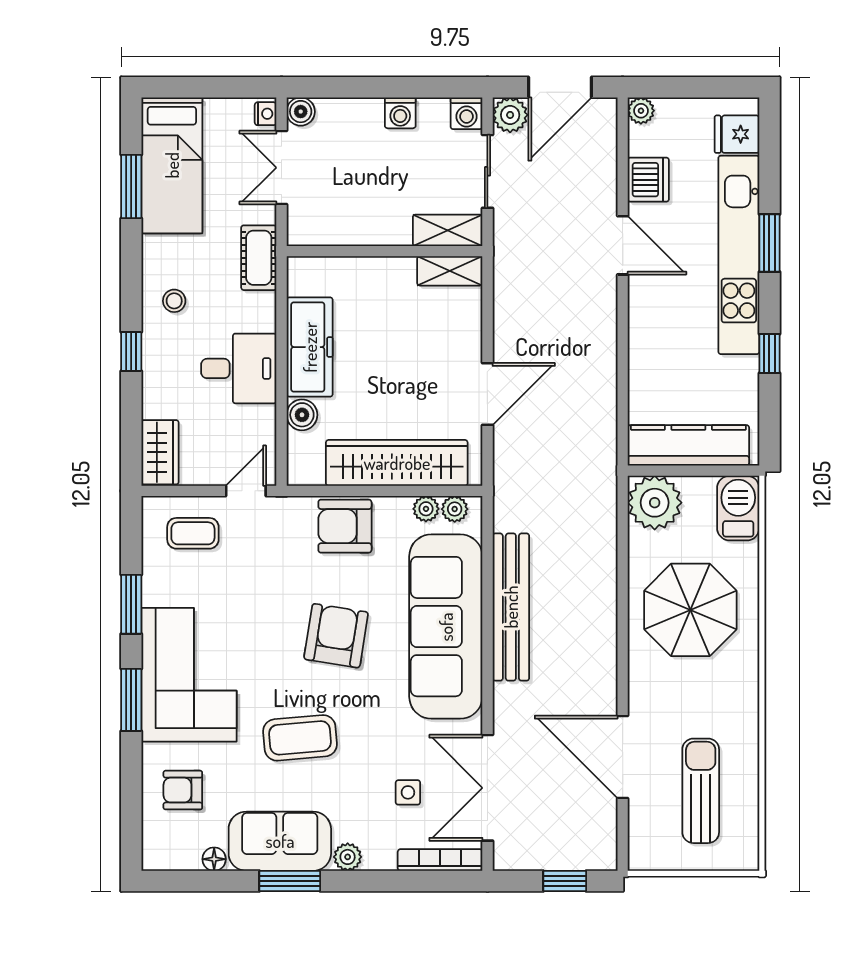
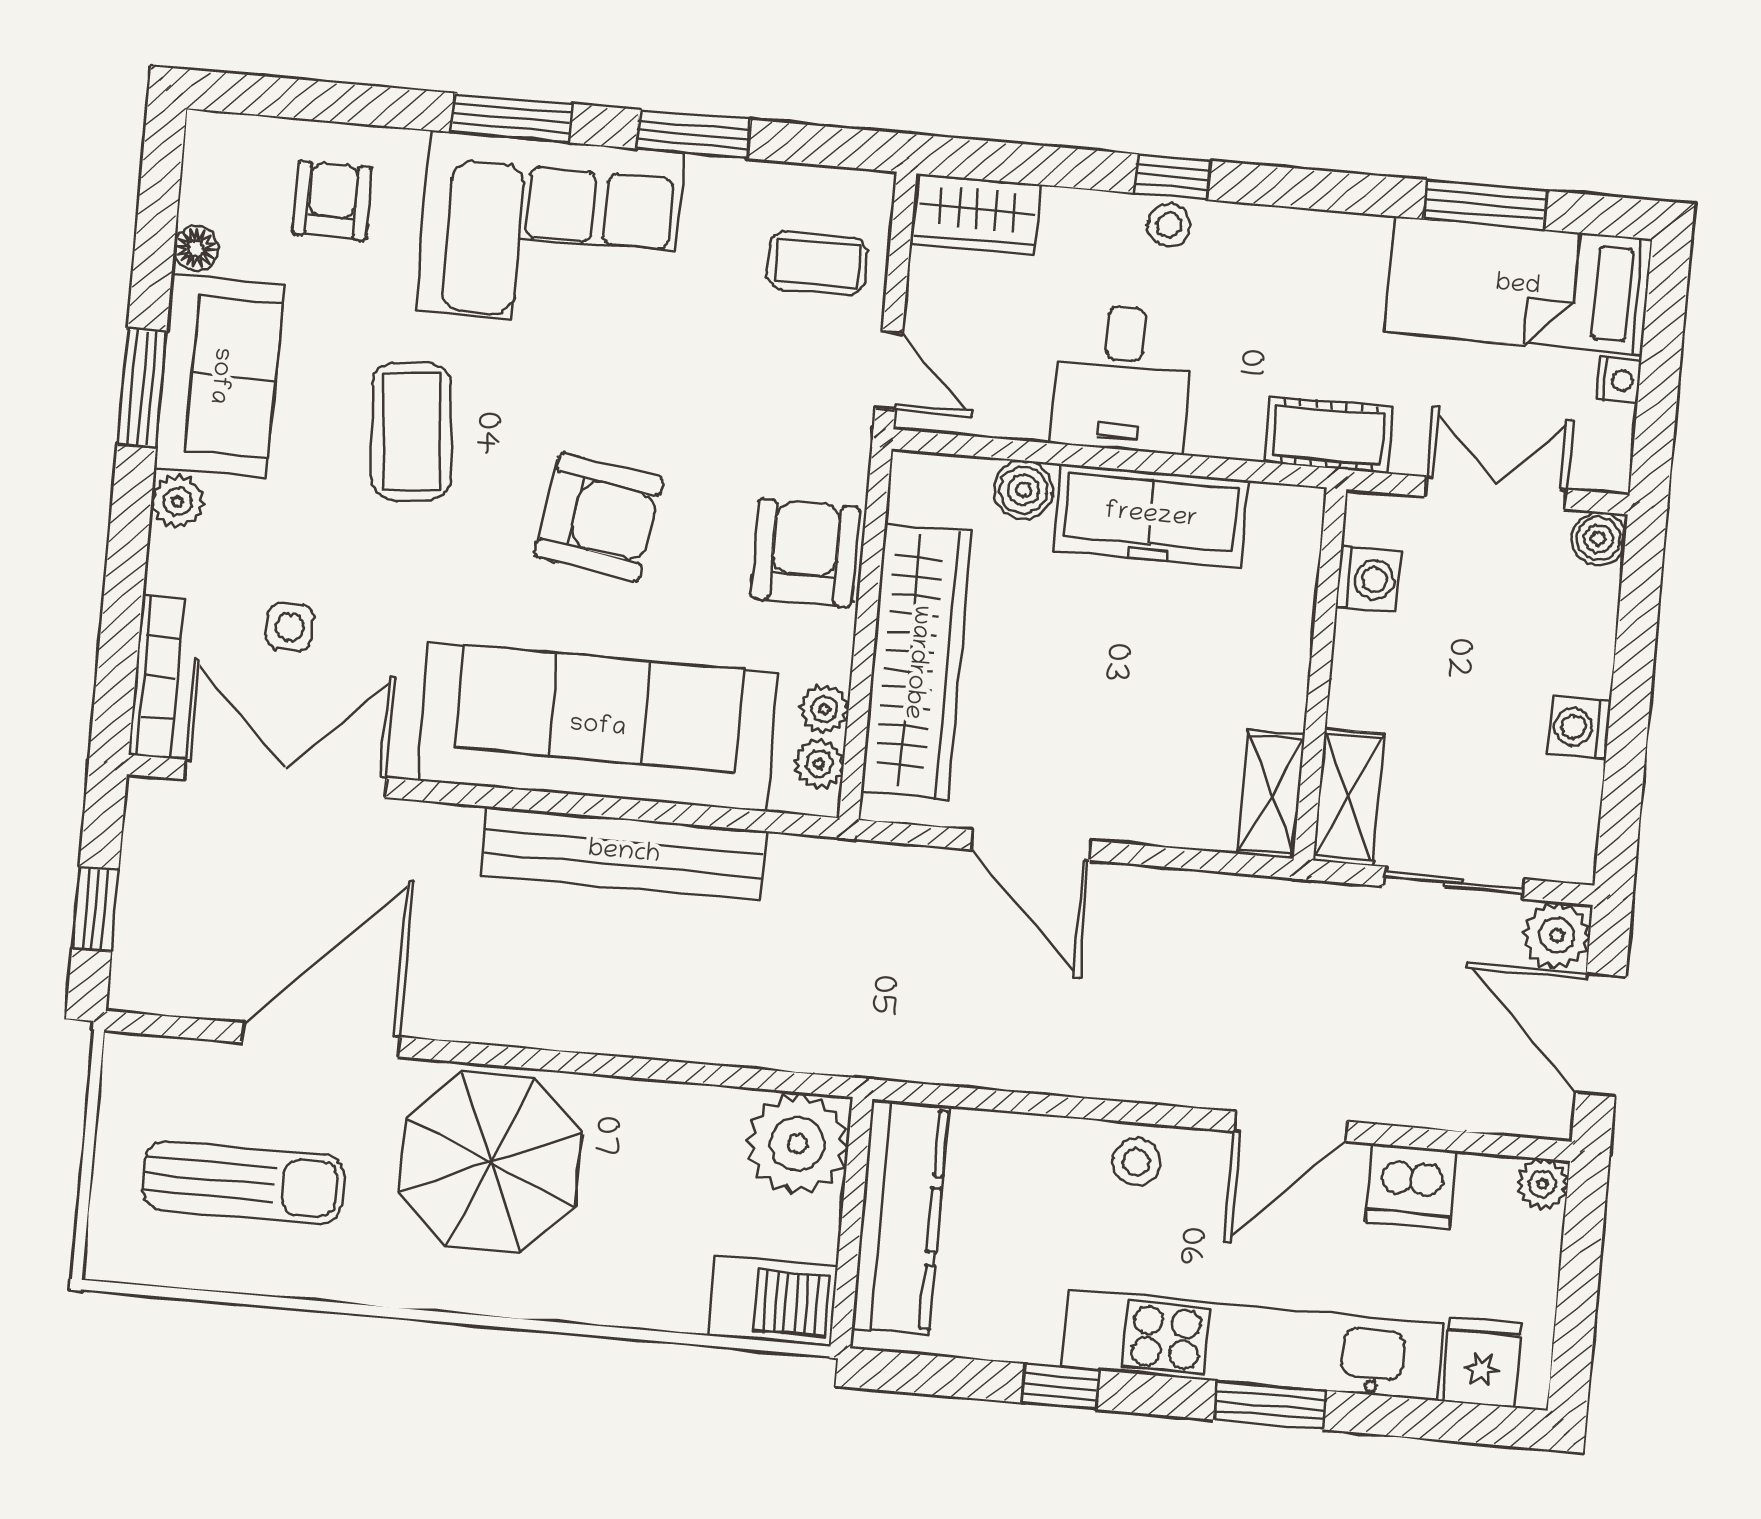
washing machine: (467, 113) -> (1368, 579), moved, turned 180
nightstand: (266, 114) -> (1619, 380), moved, turned -90
stool: (174, 301) -> (1169, 225), moved
stool: (648, 324) -> (1136, 1162), added
coffee table: (193, 533) -> (817, 263), turned 90
parasol: (690, 610) -> (490, 1162), moved

